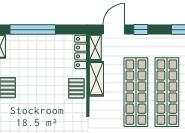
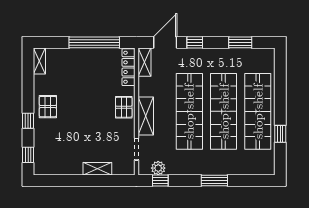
window: (33, 30) -> (94, 42), moved
shelving: (96, 79) -> (146, 116), moved

